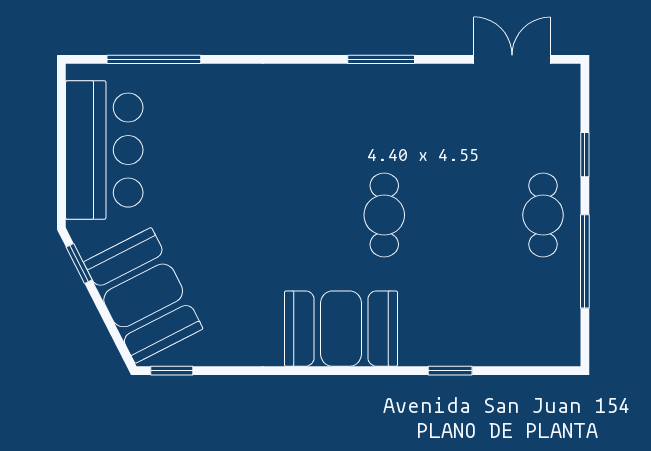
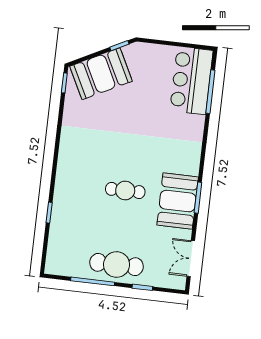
double door: (512, 59) -> (191, 259), swing flipped
bar counter: (104, 150) -> (191, 81), moved, turned 90
cafe table: (543, 215) -> (117, 265), width x1.37, depth x1.35
booth: (341, 329) -> (178, 201), moved

